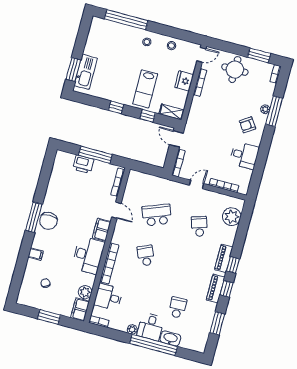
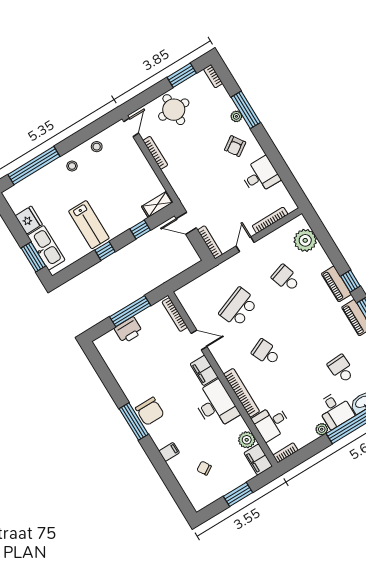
fridge: (184, 81) -> (29, 220), moved, turned 180
lab bench: (145, 89) -> (89, 225), moved

